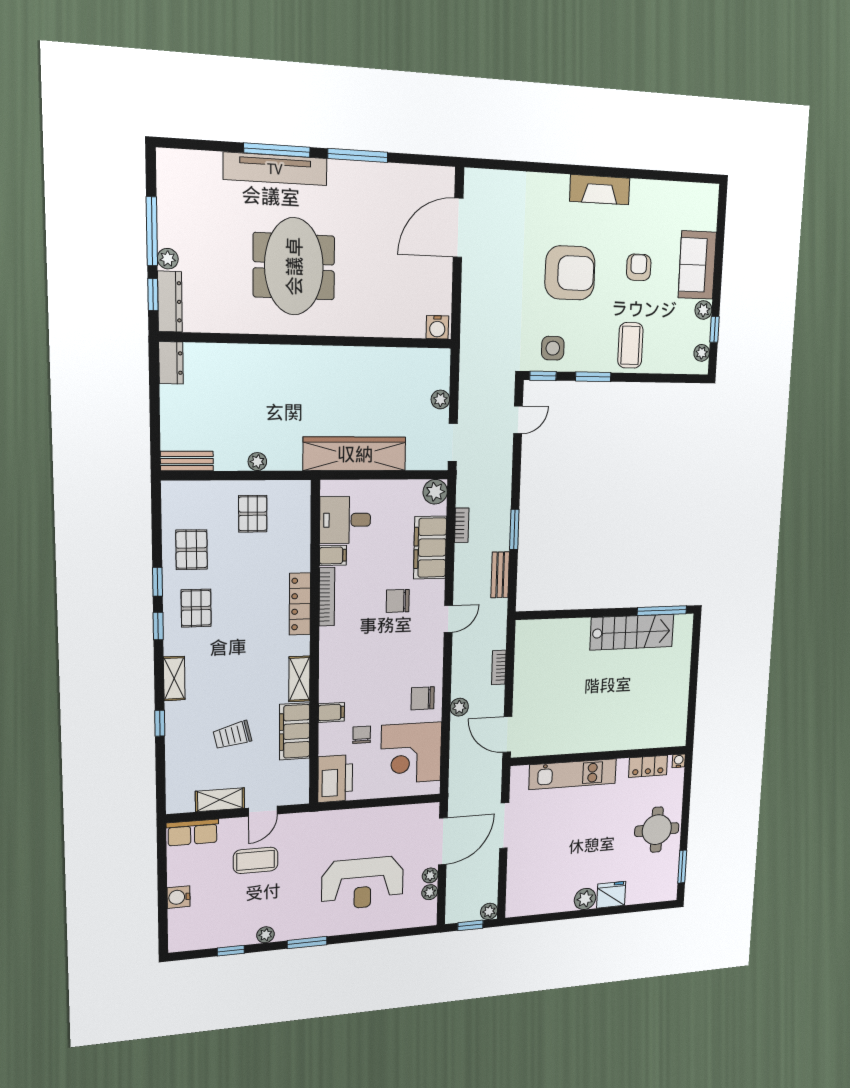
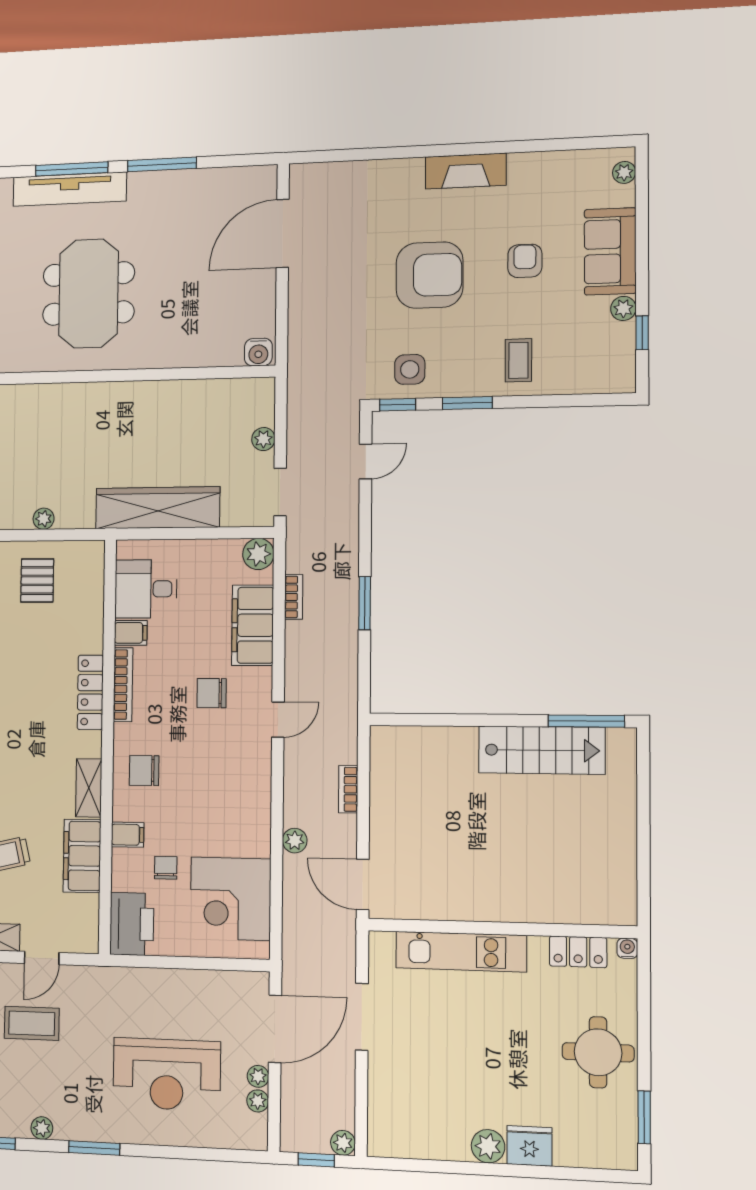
coffee table: (630, 345) -> (518, 360), width x0.73, depth x0.77
plant: (702, 353) -> (624, 172), moved
bench: (500, 575) -> (347, 663), removed
chair: (423, 698) -> (144, 770), moved

